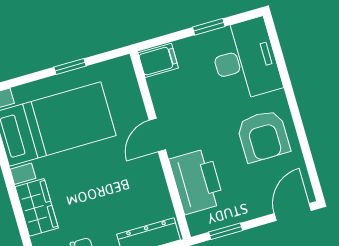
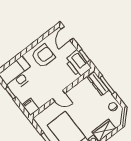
printer: (197, 181) -> (78, 64), moved, turned -90
door: (293, 212) -> (67, 34), hinge flipped

